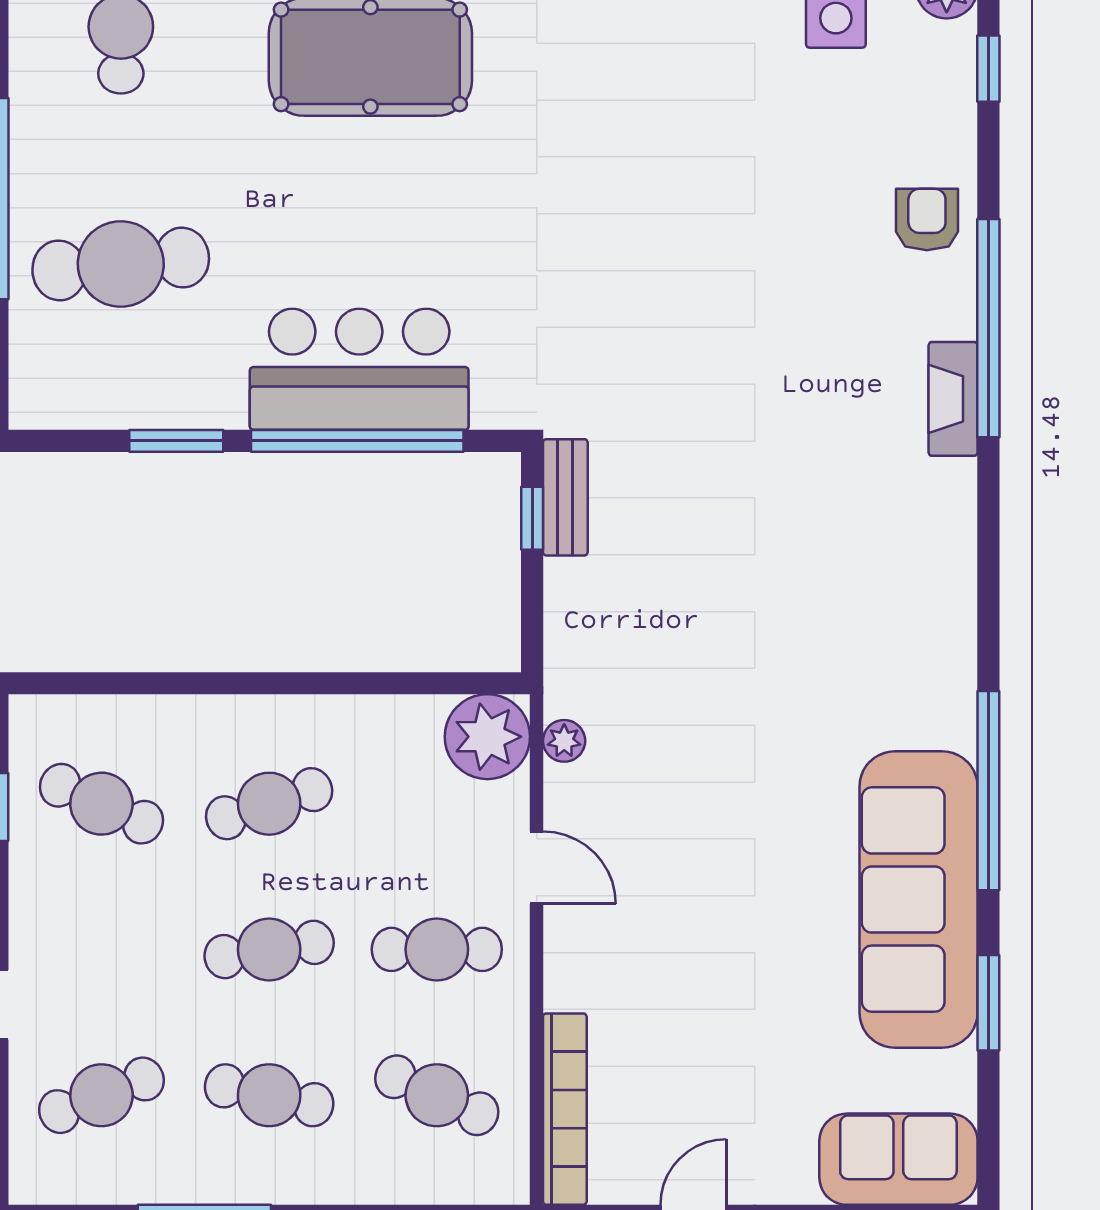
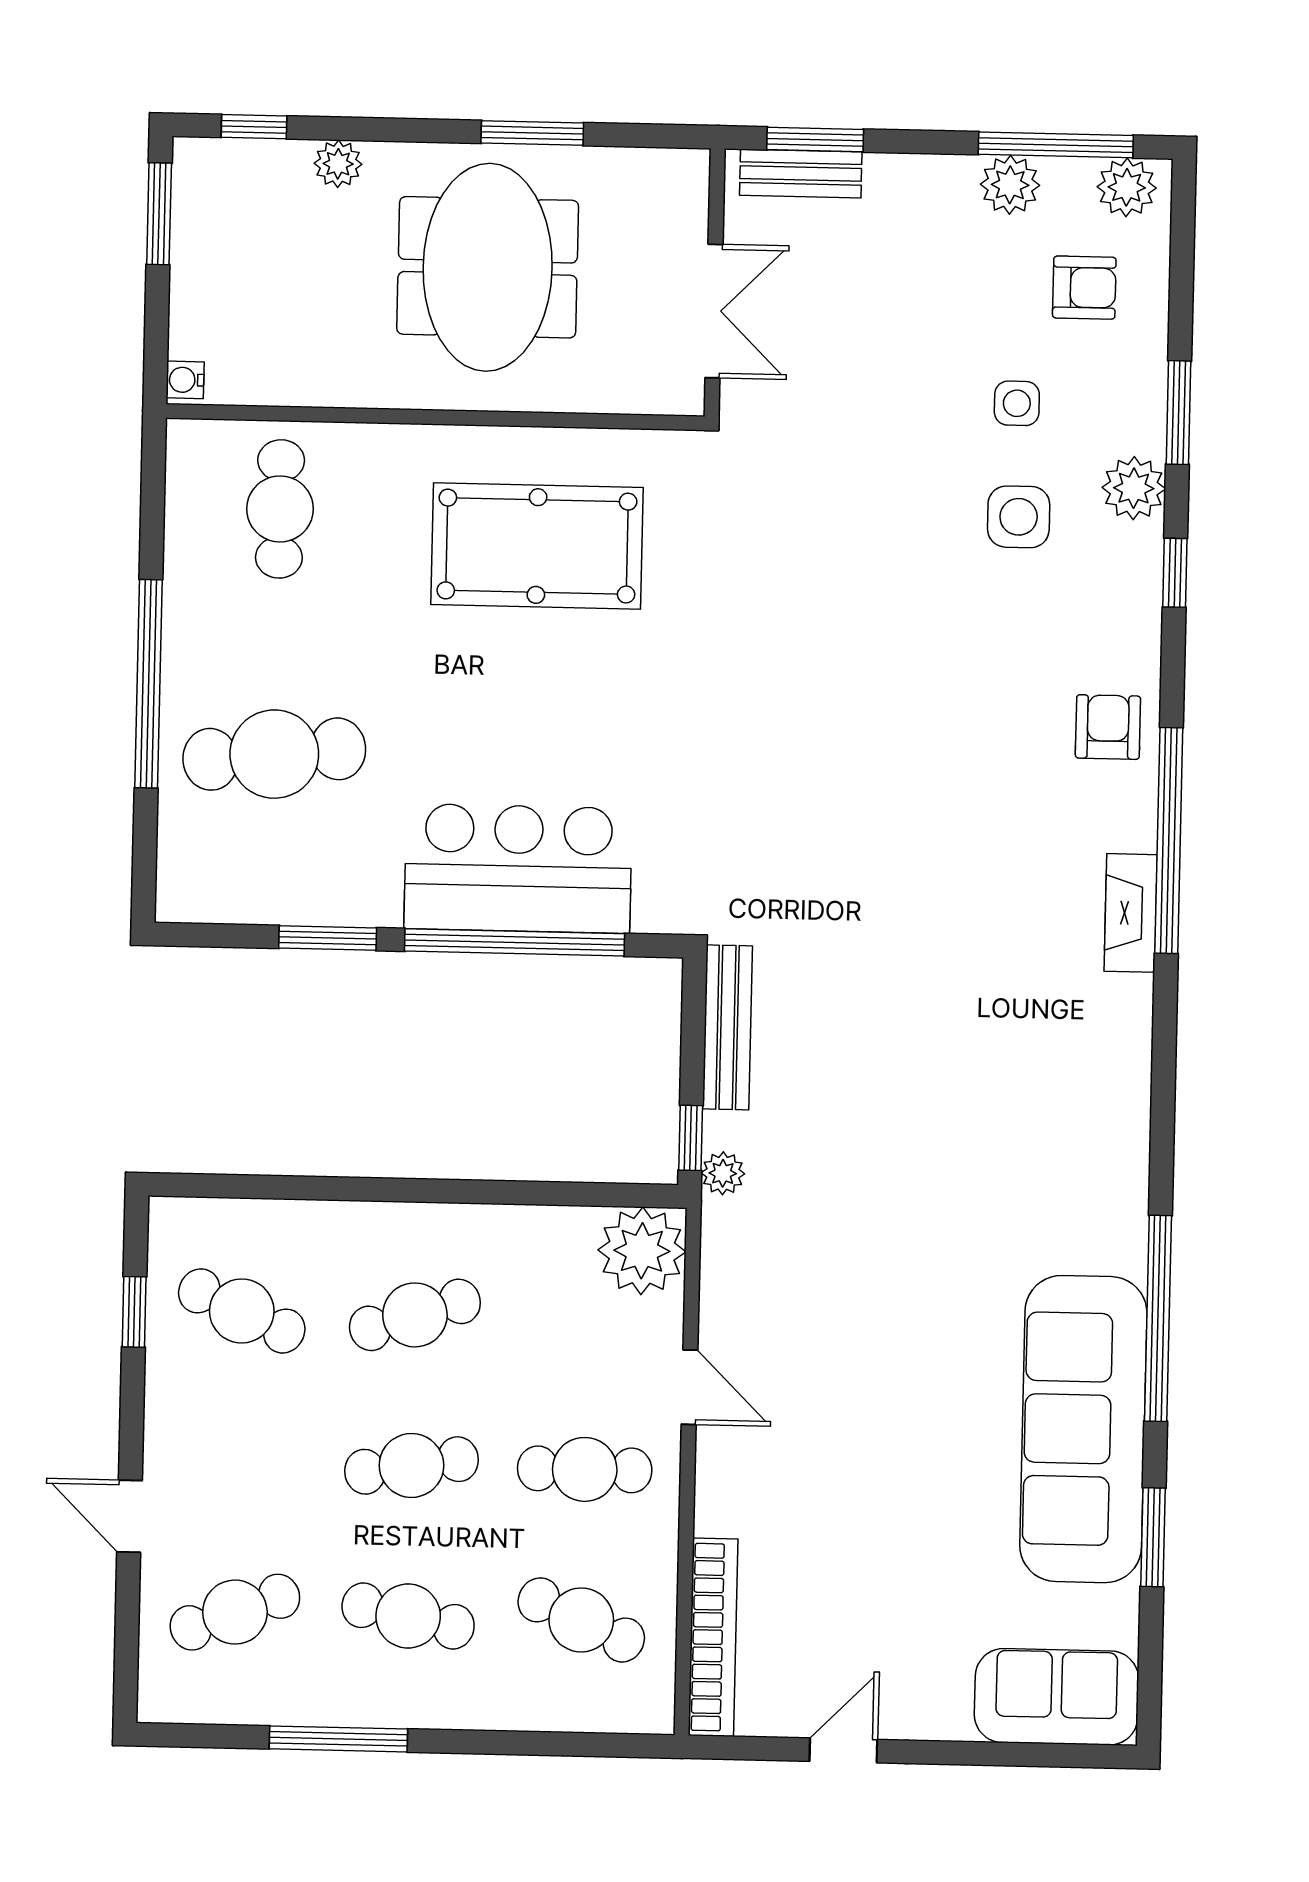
bench: (565, 497) -> (727, 1027), width x1.36
window: (532, 518) -> (691, 1138), moved
plant: (564, 741) -> (723, 1173), moved

